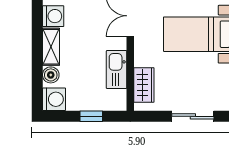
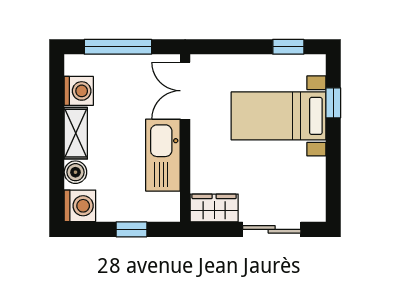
kitchen sink: (117, 70) -> (163, 155), width x1.36, depth x1.24
wardrobe: (144, 85) -> (214, 208), moved, turned -90

